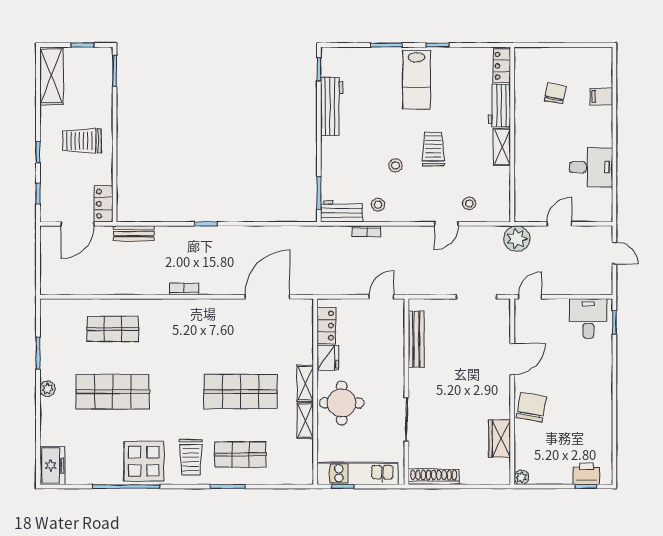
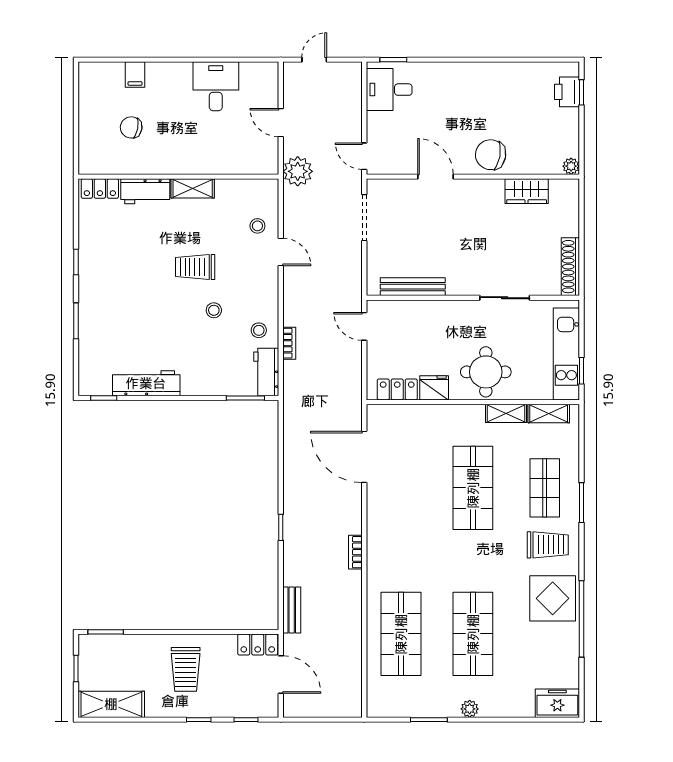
lab bench: (417, 80) -> (116, 286), removed
shop shelf: (113, 329) -> (401, 634), width x1.43, depth x1.36
shelving: (305, 383) -> (549, 414), moved

